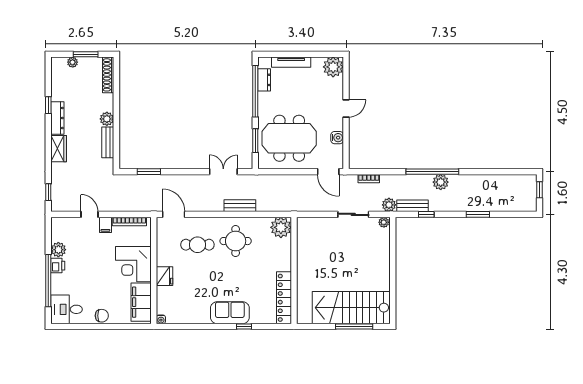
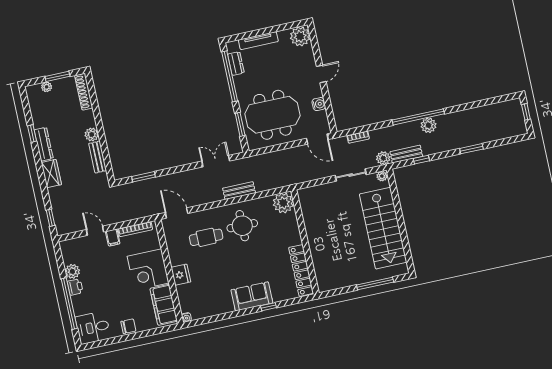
stairs: (351, 308) -> (383, 228), moved, turned -90

